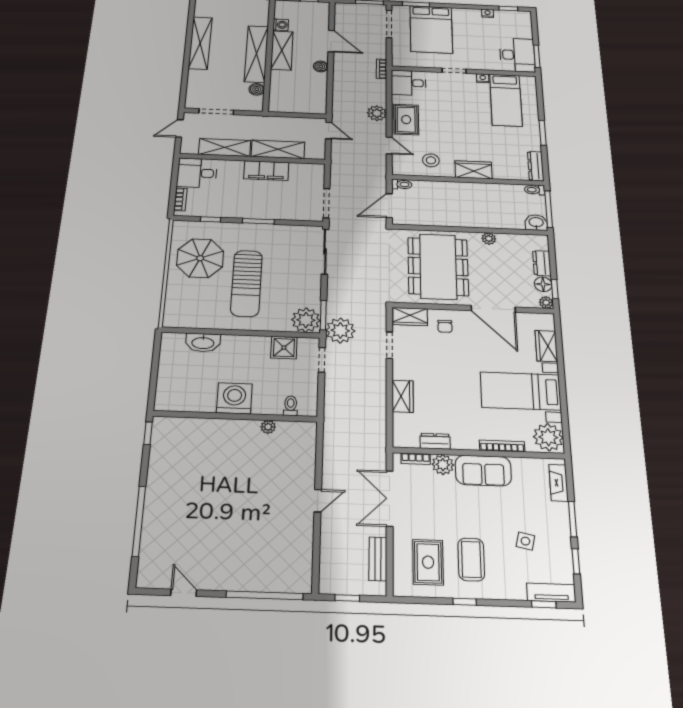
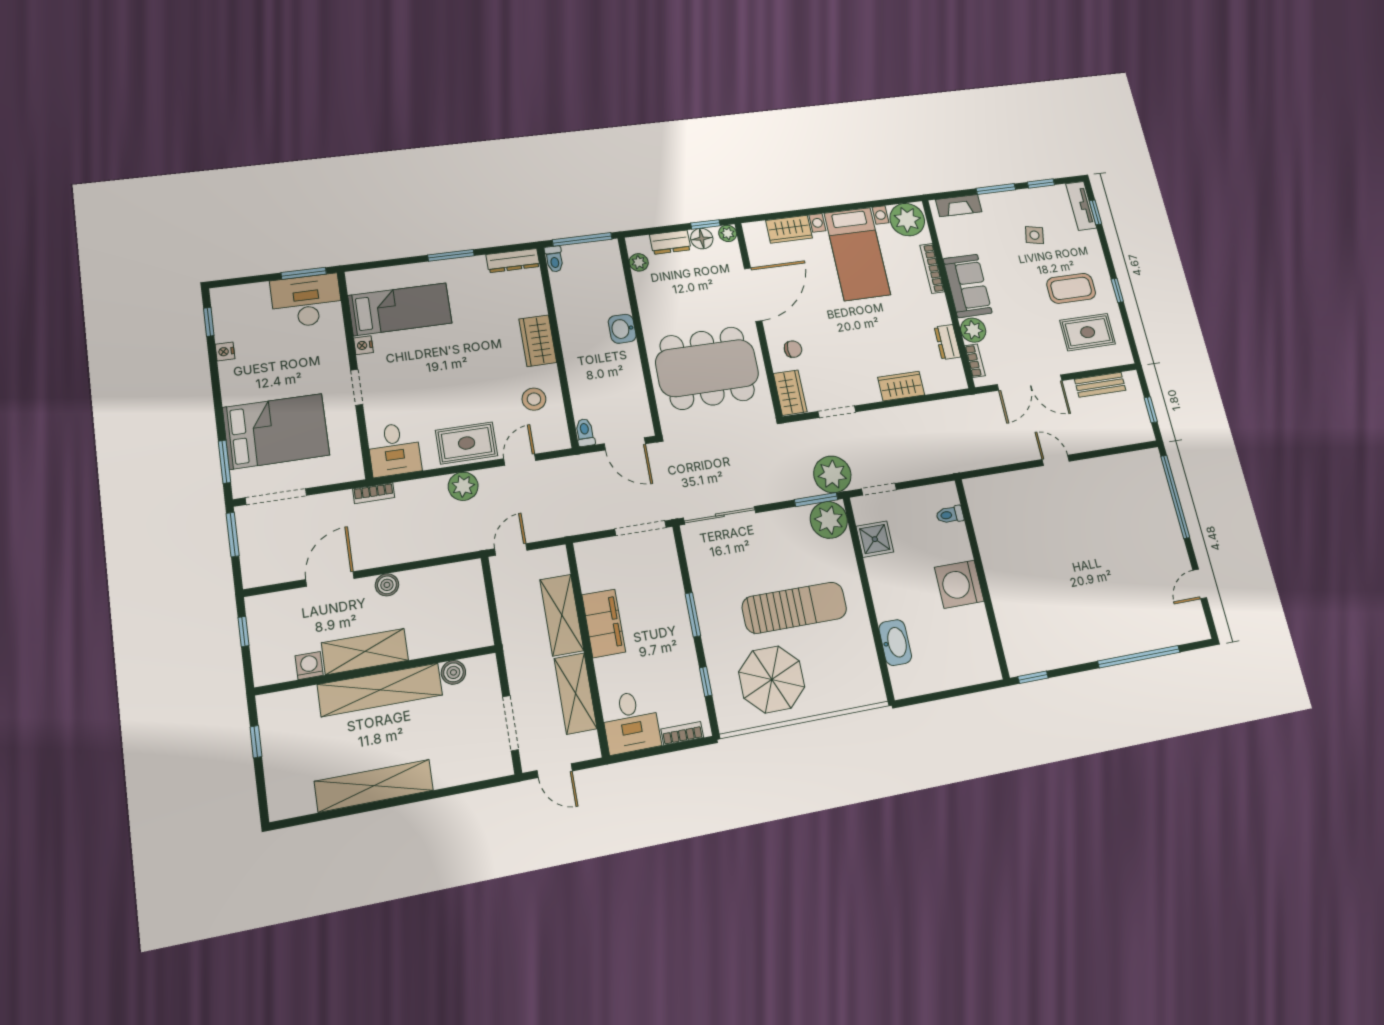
washbasin: (536, 223) -> (622, 329), moved
plant: (489, 239) -> (639, 262), moved
plant: (268, 427) -> (984, 535), removed

